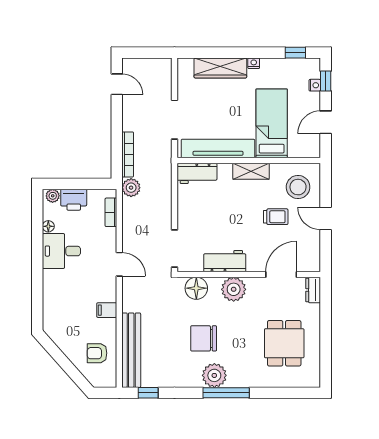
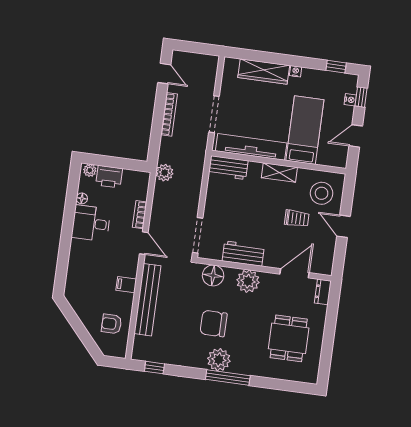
bookcase: (128, 154) -> (169, 114), moved
bookcase: (111, 212) -> (140, 215), moved
bench: (131, 350) -> (147, 300), moved

